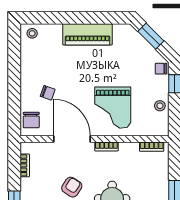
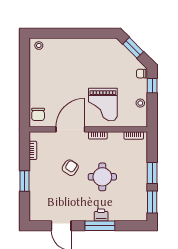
piano: (88, 34) -> (83, 46), removed
chair: (48, 93) -> (51, 93), removed
door: (72, 139) -> (70, 129), hinge flipped

